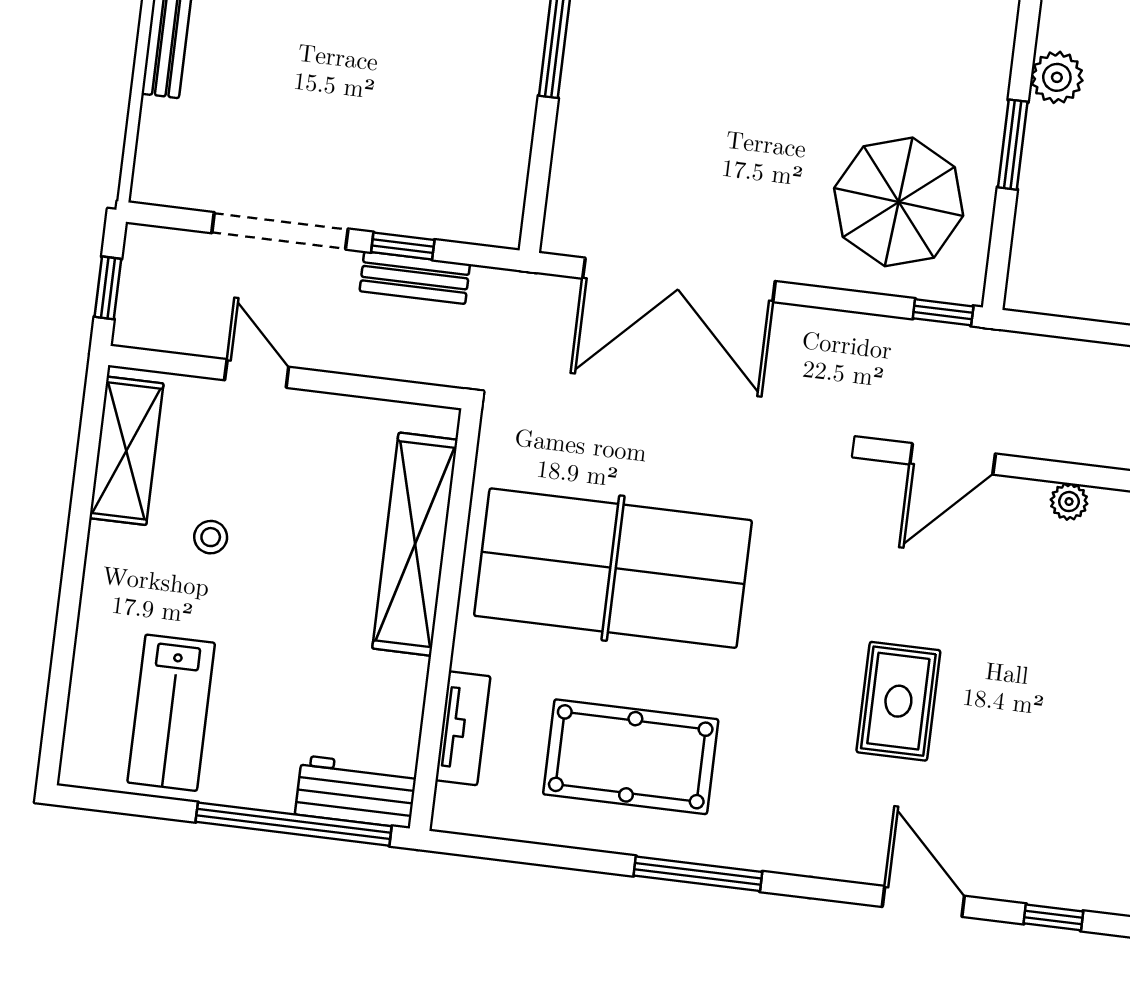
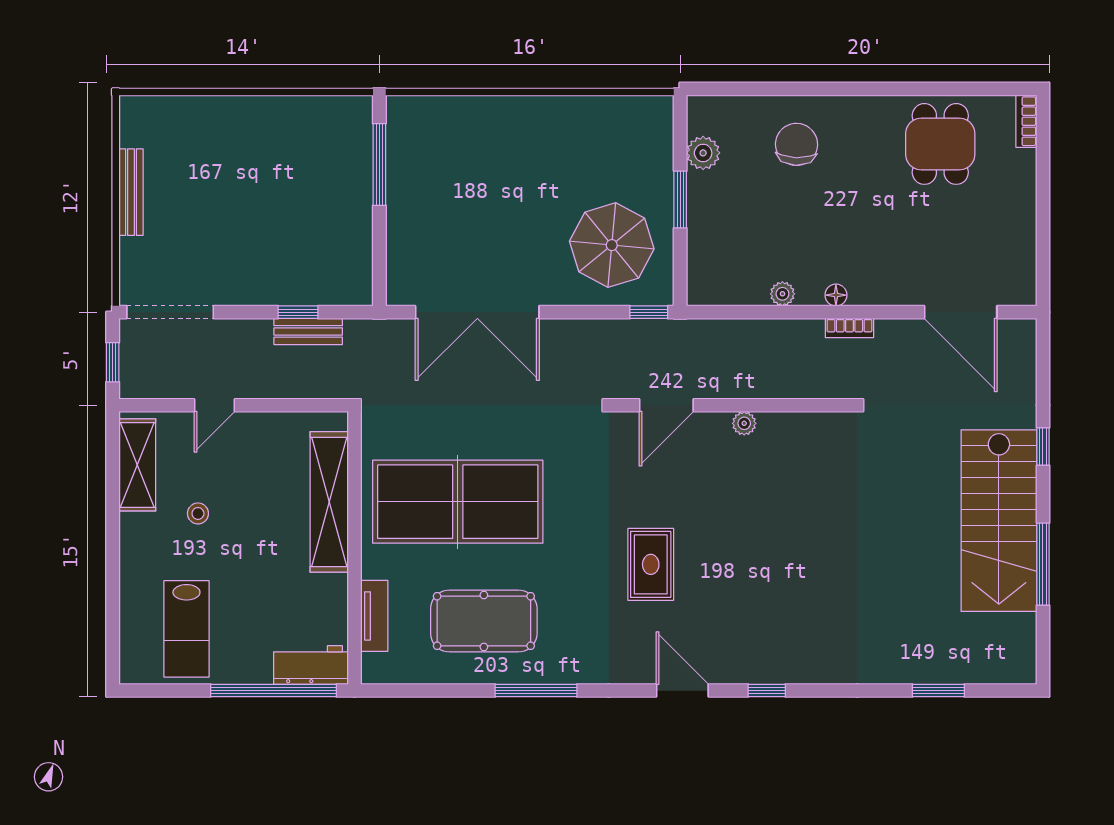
doorway: (280, 231) -> (170, 312), moved
door: (257, 373) -> (215, 405), swing flipped

